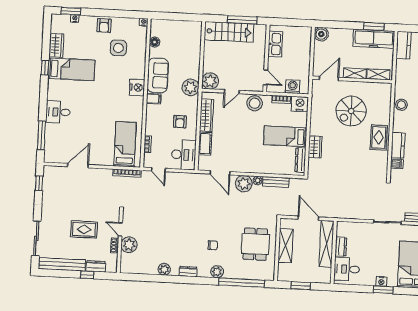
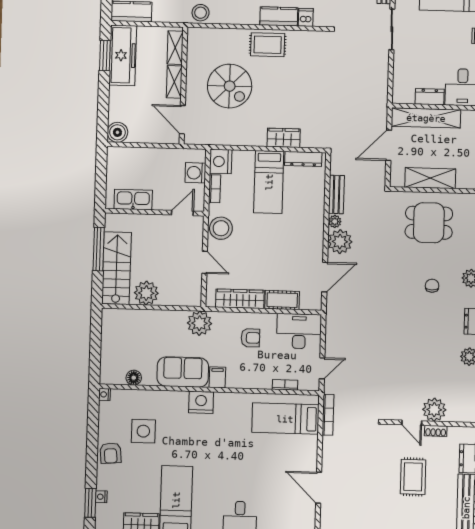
armchair: (104, 25) -> (111, 453), turned 85
plant: (210, 81) -> (146, 293), moved
stool: (401, 105) -> (201, 13), moved
door: (120, 229) -> (412, 423), hinge flipped

